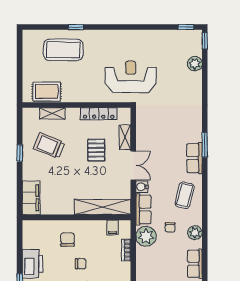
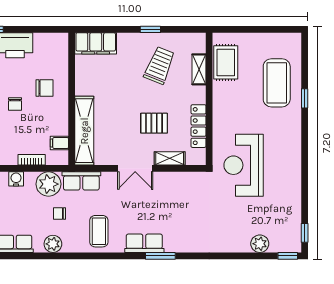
reception desk: (131, 77) -> (244, 165), turned 180
water cooler: (142, 187) -> (16, 179), moved
coffee table: (185, 195) -> (99, 231), turned 76

